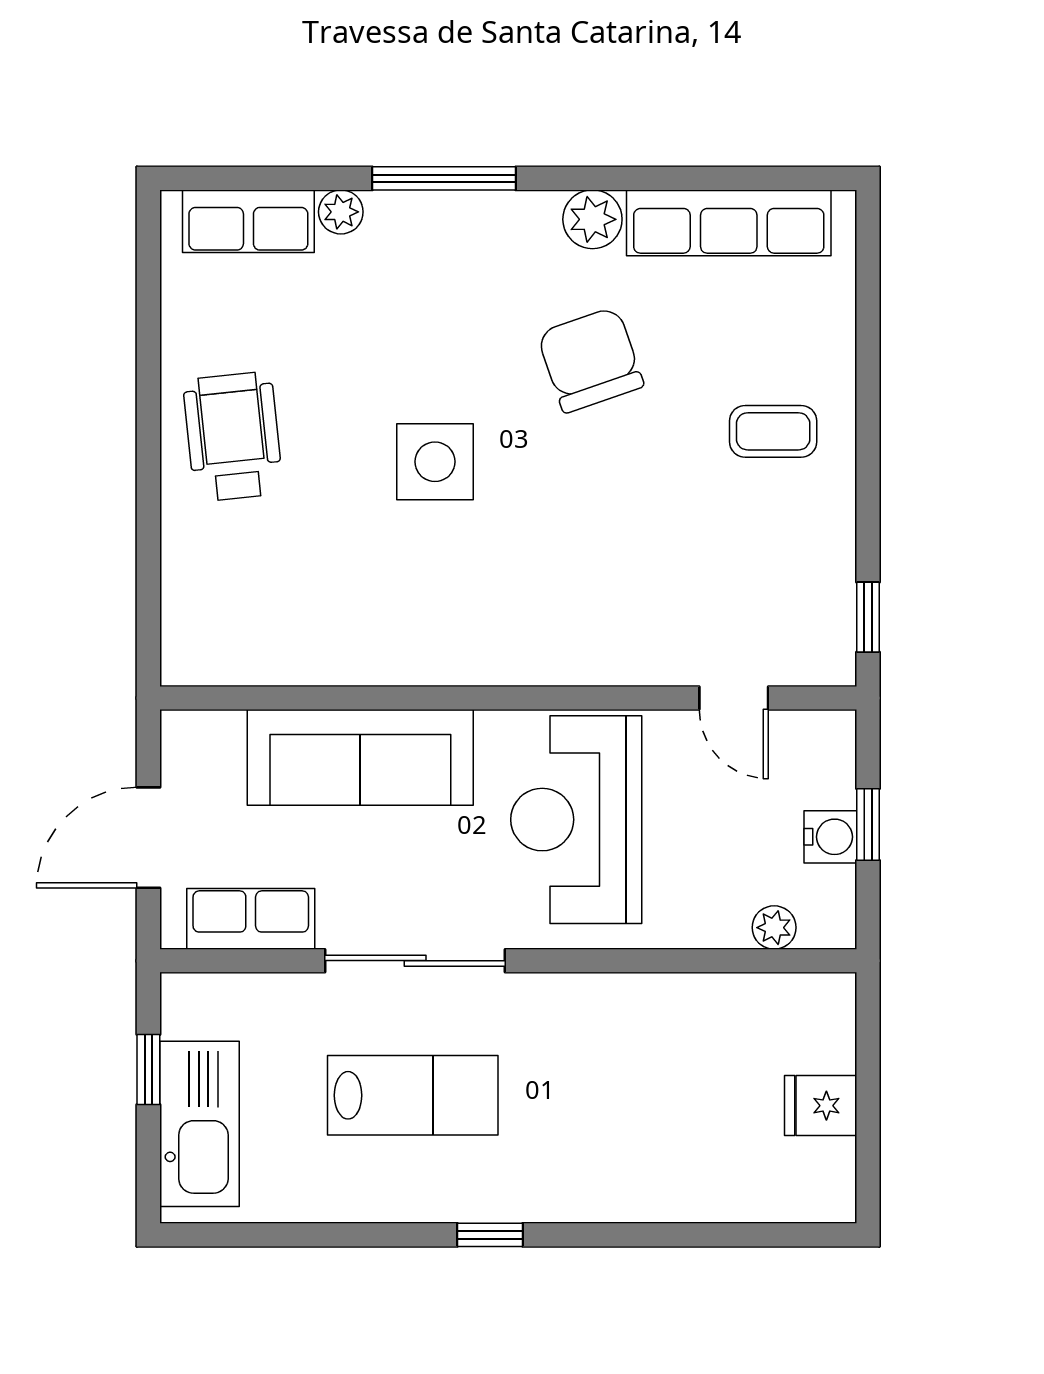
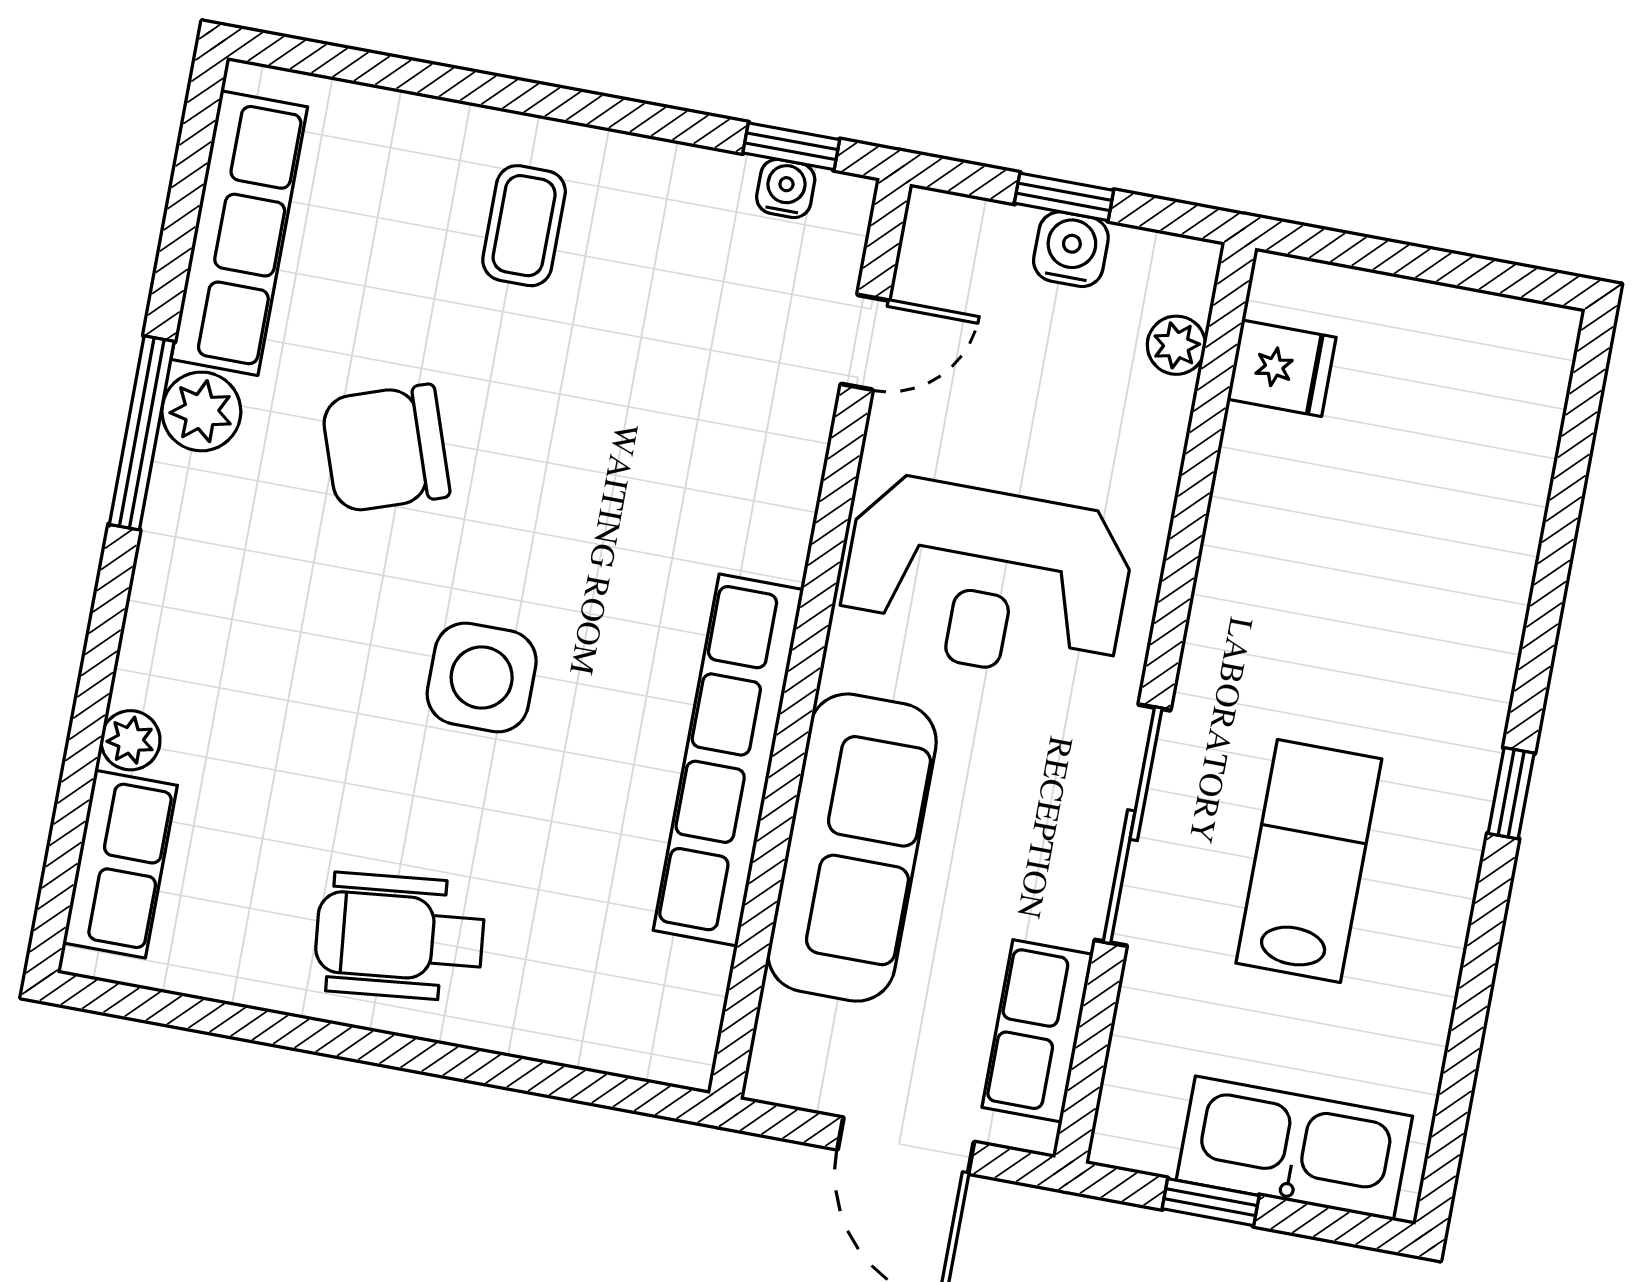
window: (444, 178) -> (142, 433), moved
water cooler: (836, 619) -> (786, 188), added
row of seats: (408, 654) -> (728, 760), added
fridge: (821, 1106) -> (1282, 368), moved, turned -90

